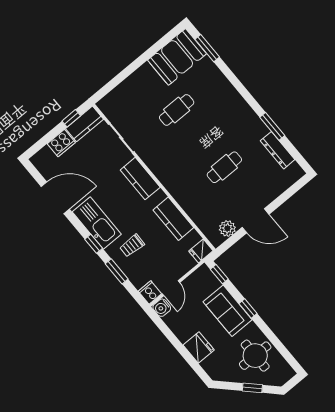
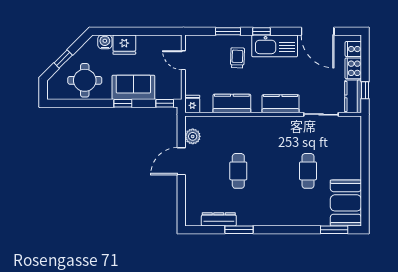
door: (55, 198) -> (318, 31), hinge flipped
cooker: (150, 292) -> (353, 49), moved, turned 180
water cooler: (162, 308) -> (105, 42), moved

